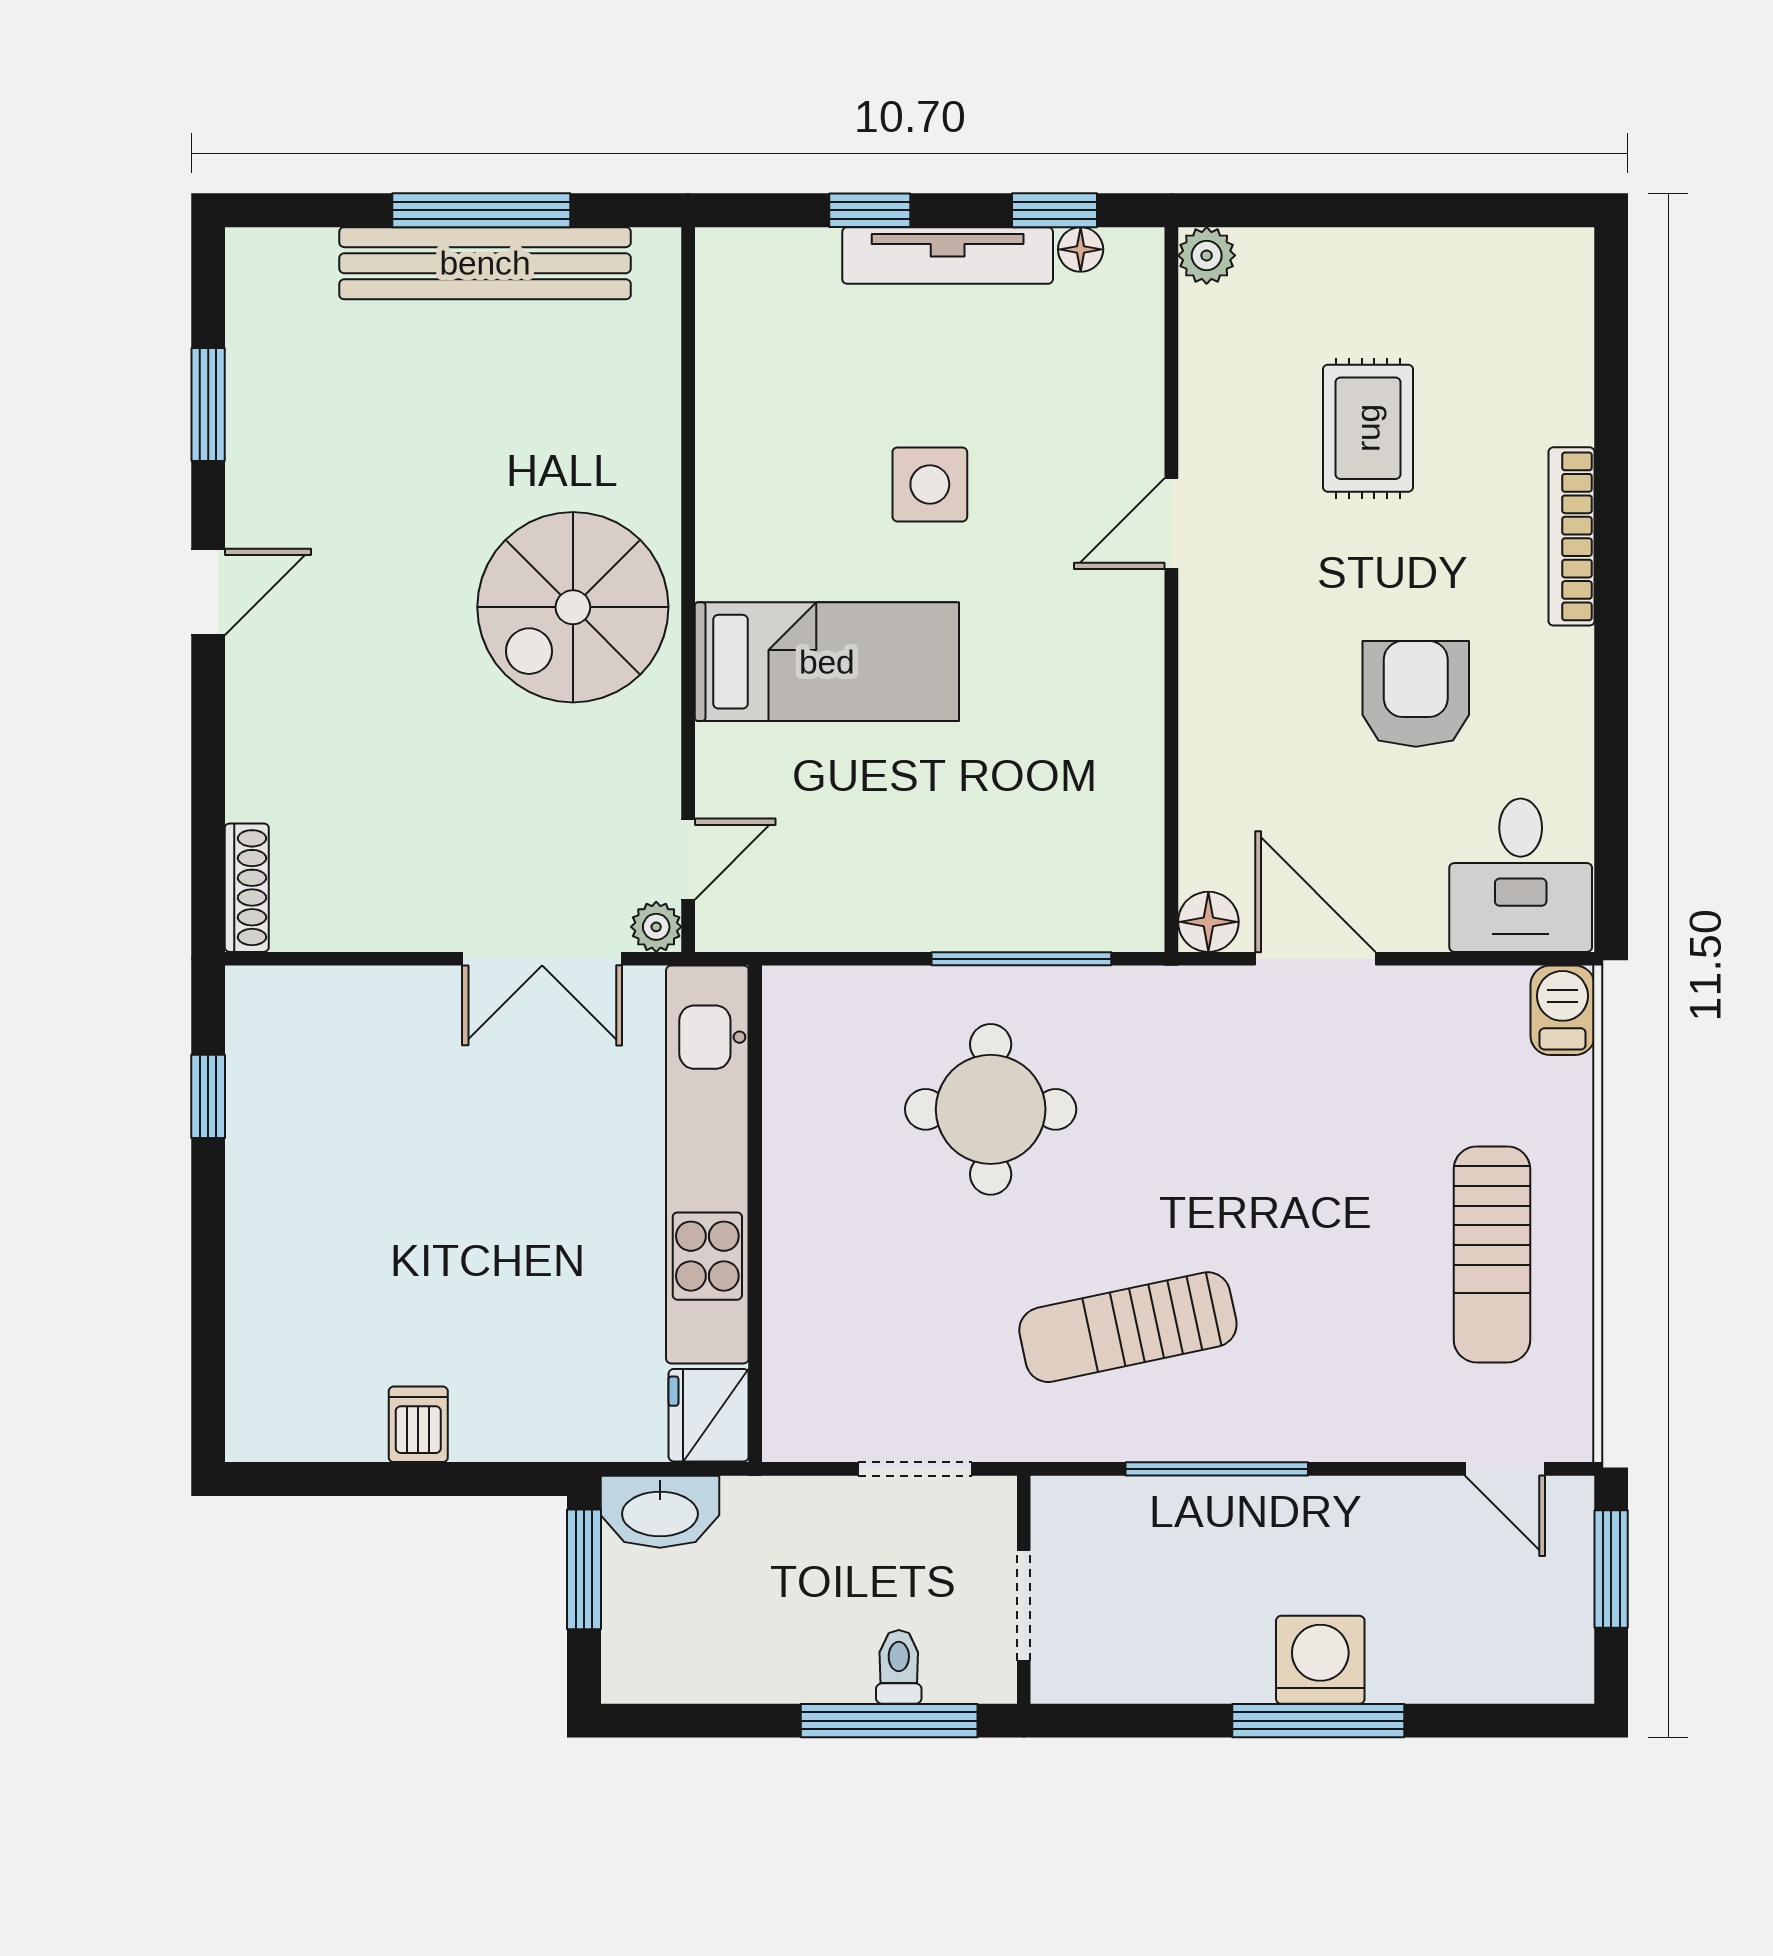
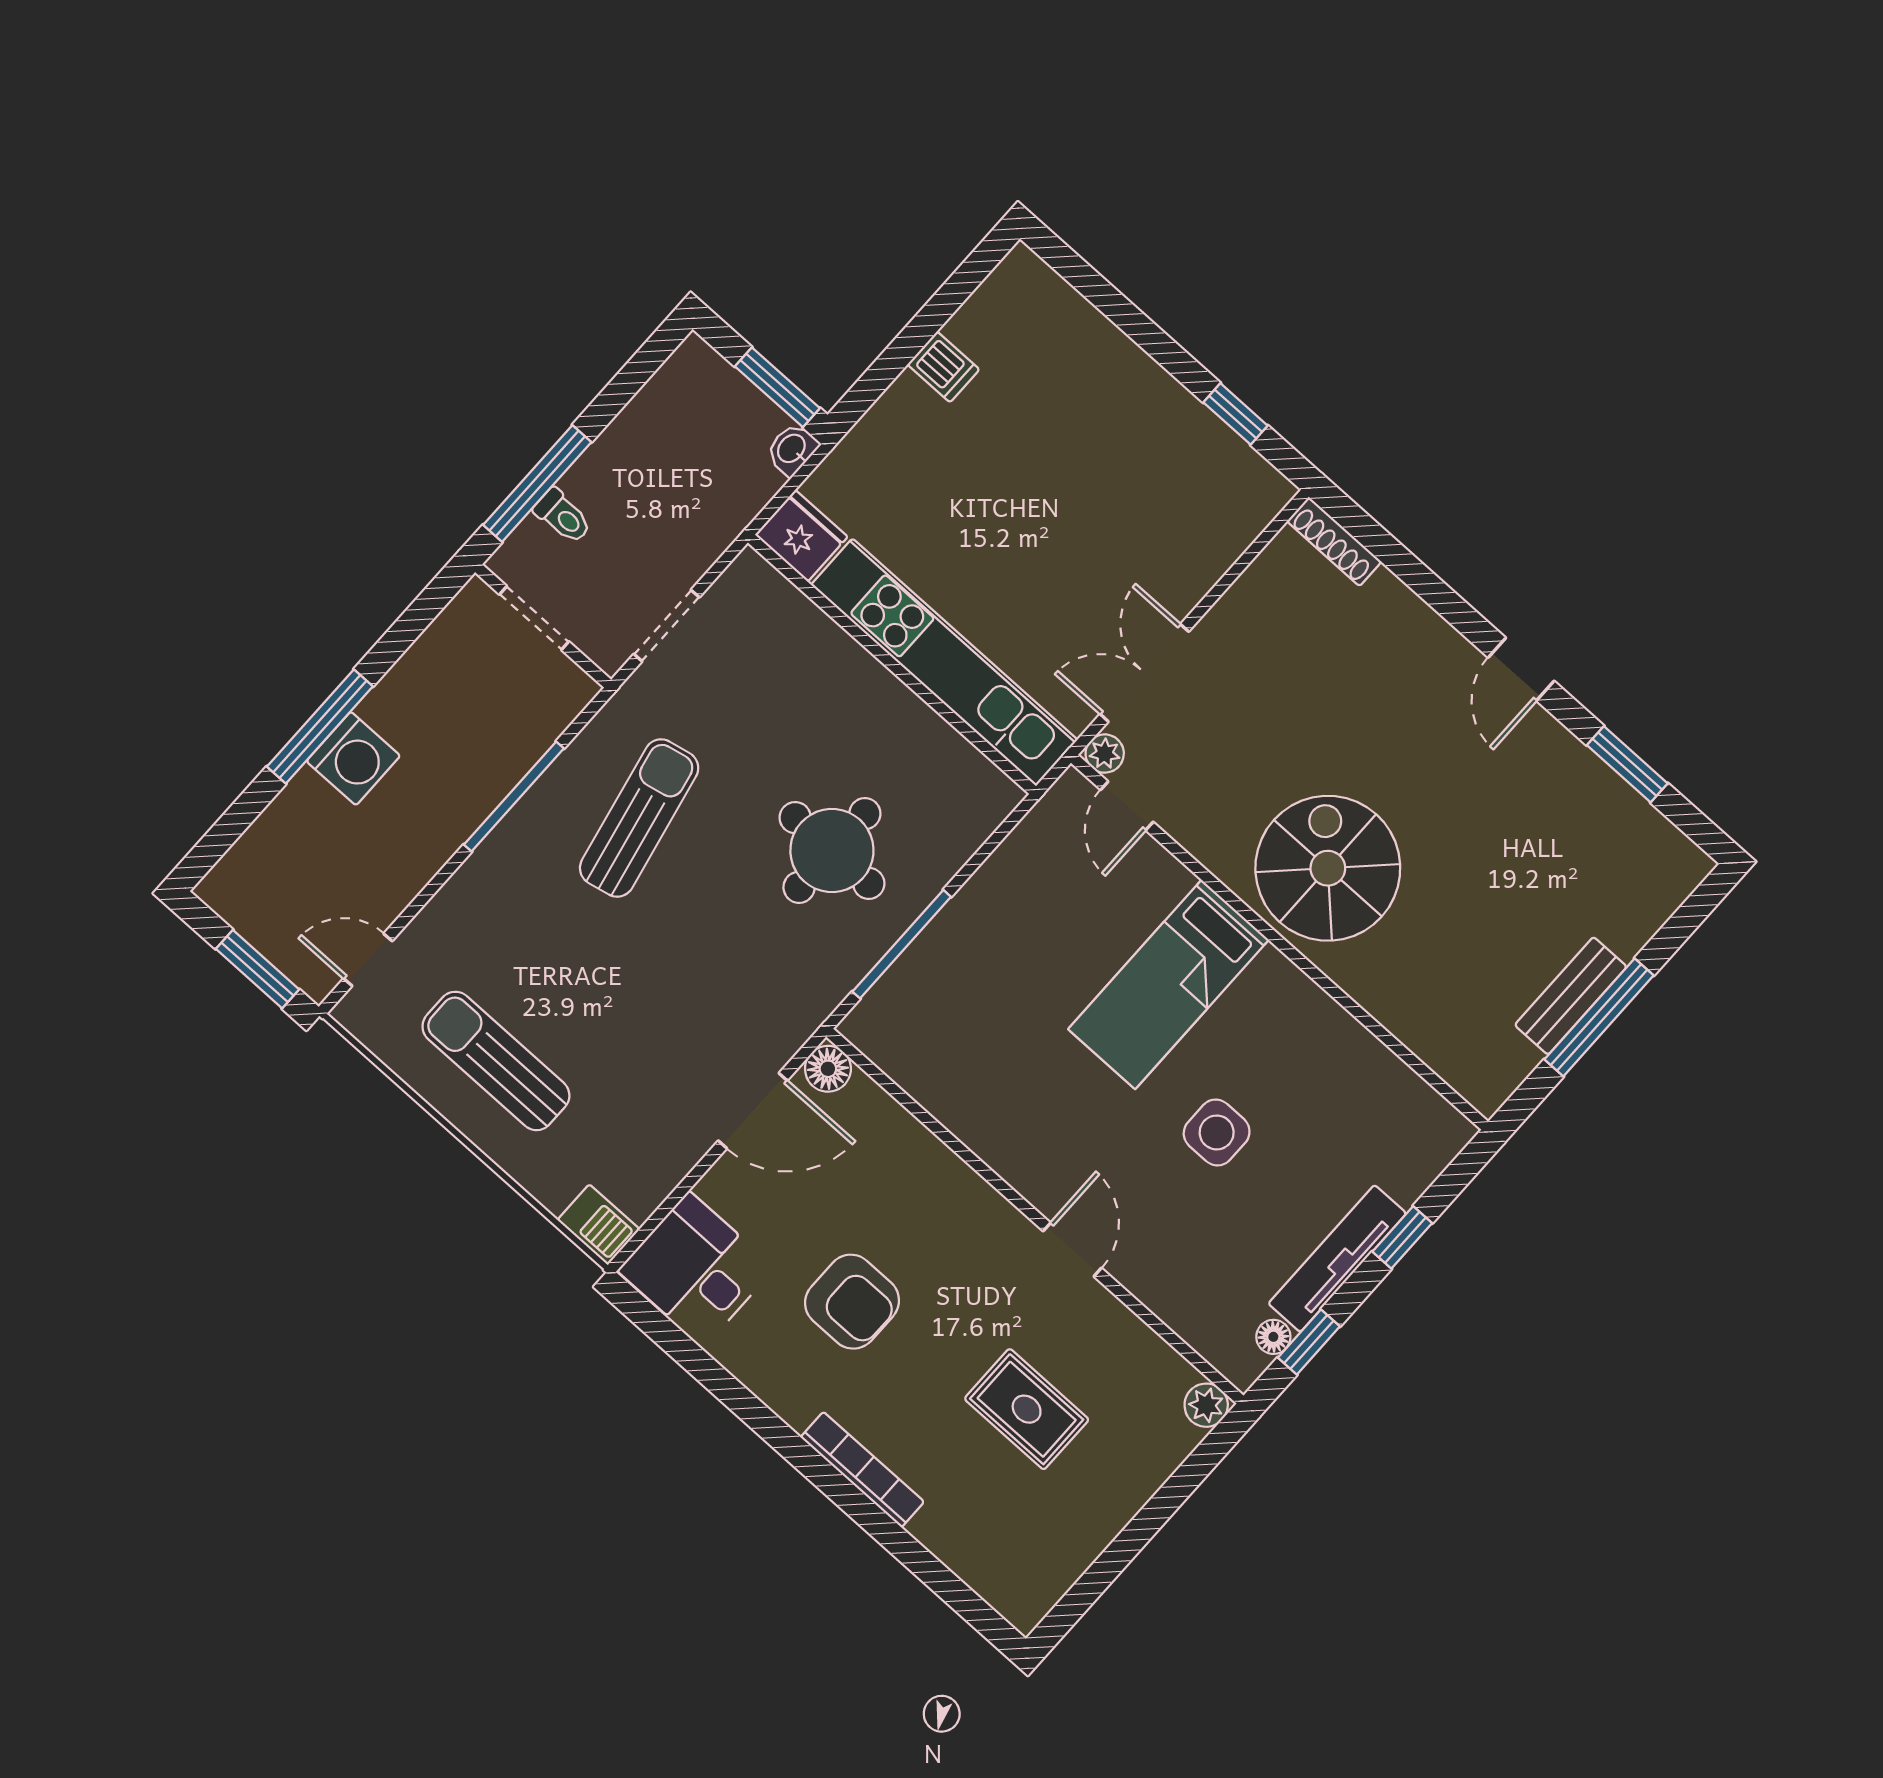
bench: (485, 263) -> (1571, 996), width x0.54, depth x0.82
washbasin: (660, 1512) -> (792, 449), width x0.52, depth x0.69

